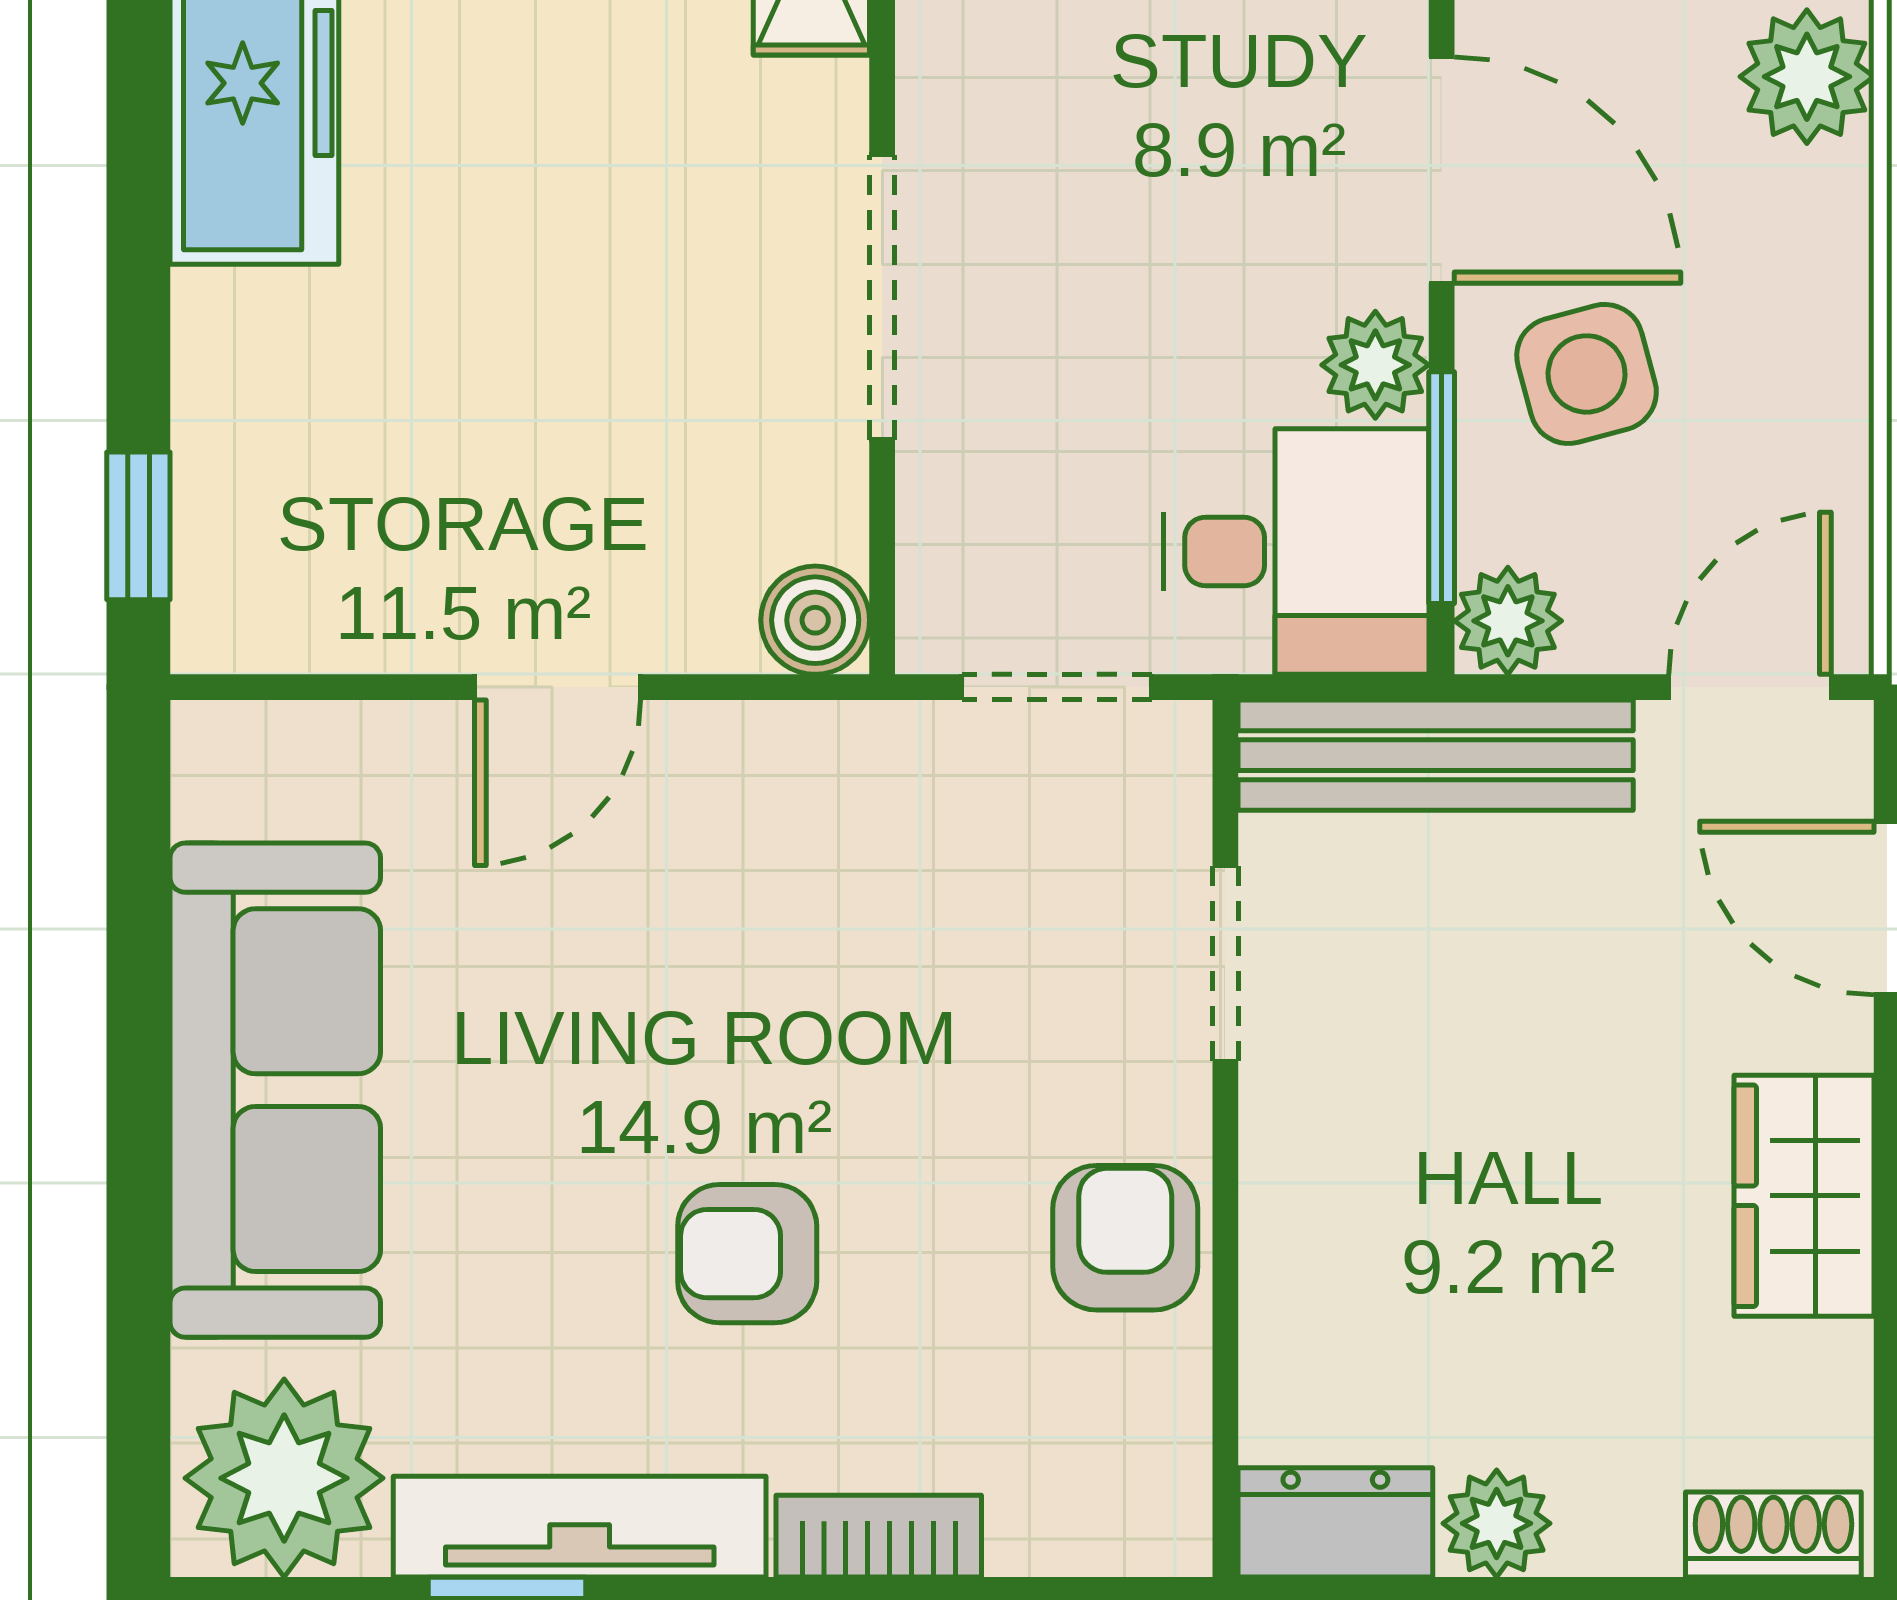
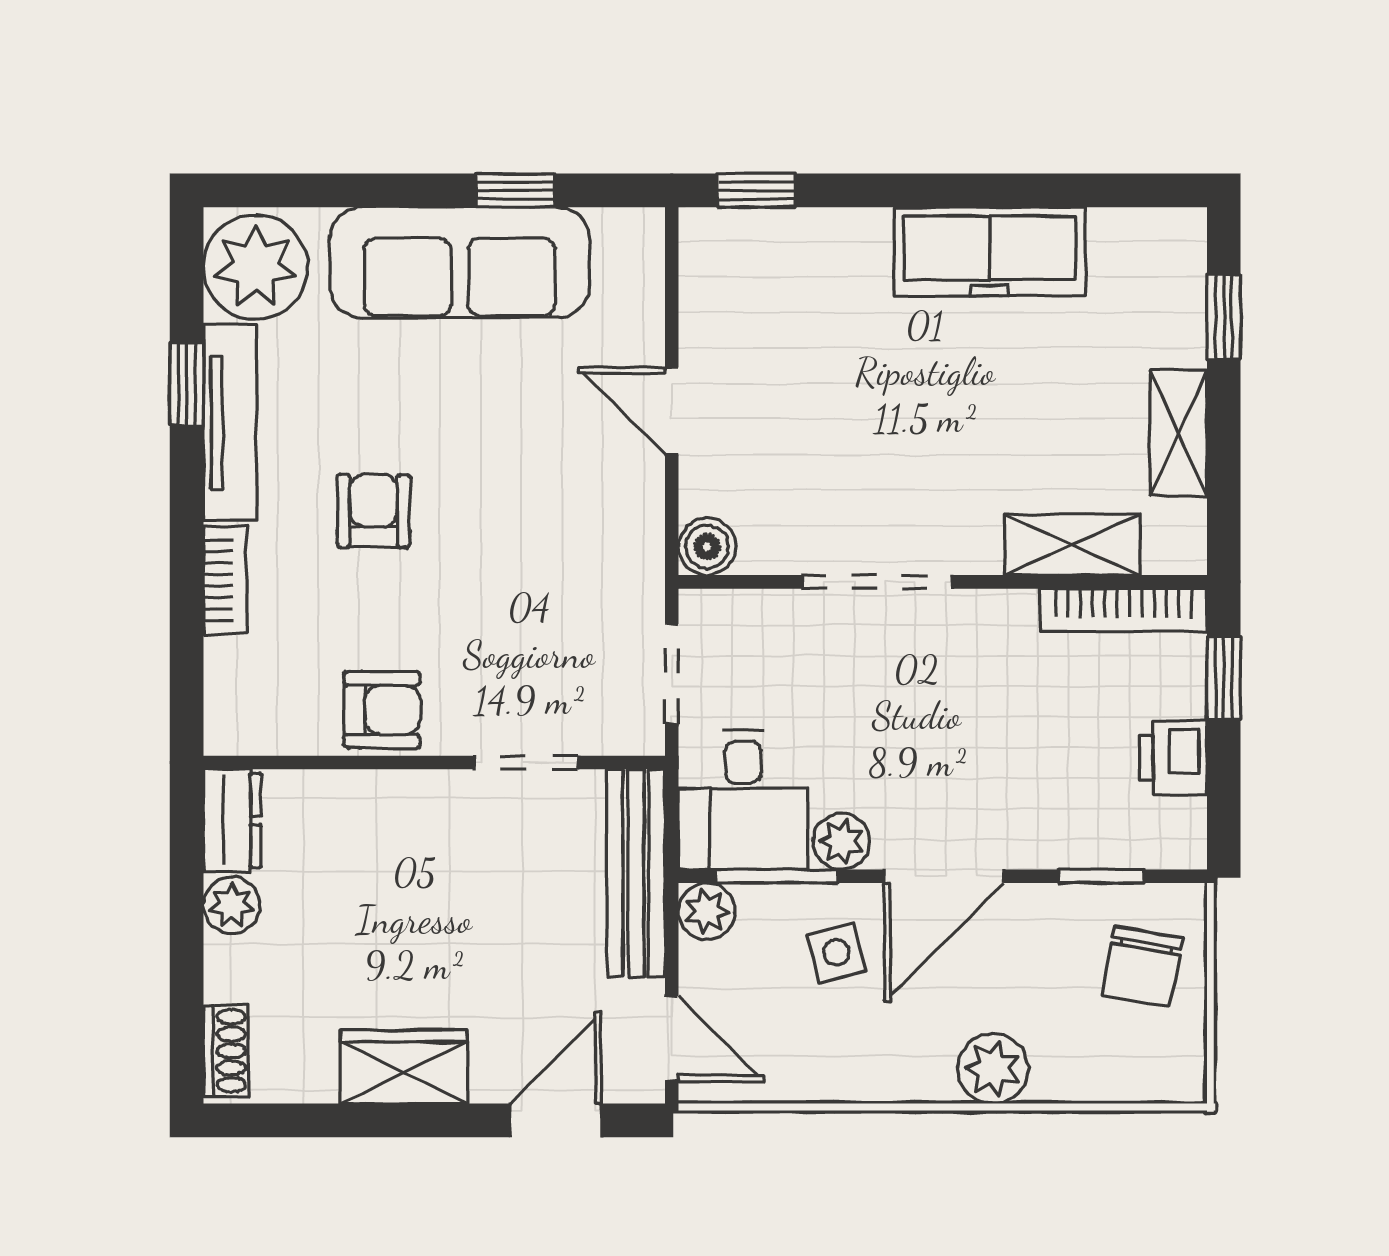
side table: (1587, 374) -> (837, 953), width x0.73, depth x0.73
window: (138, 984) -> (516, 190), added

